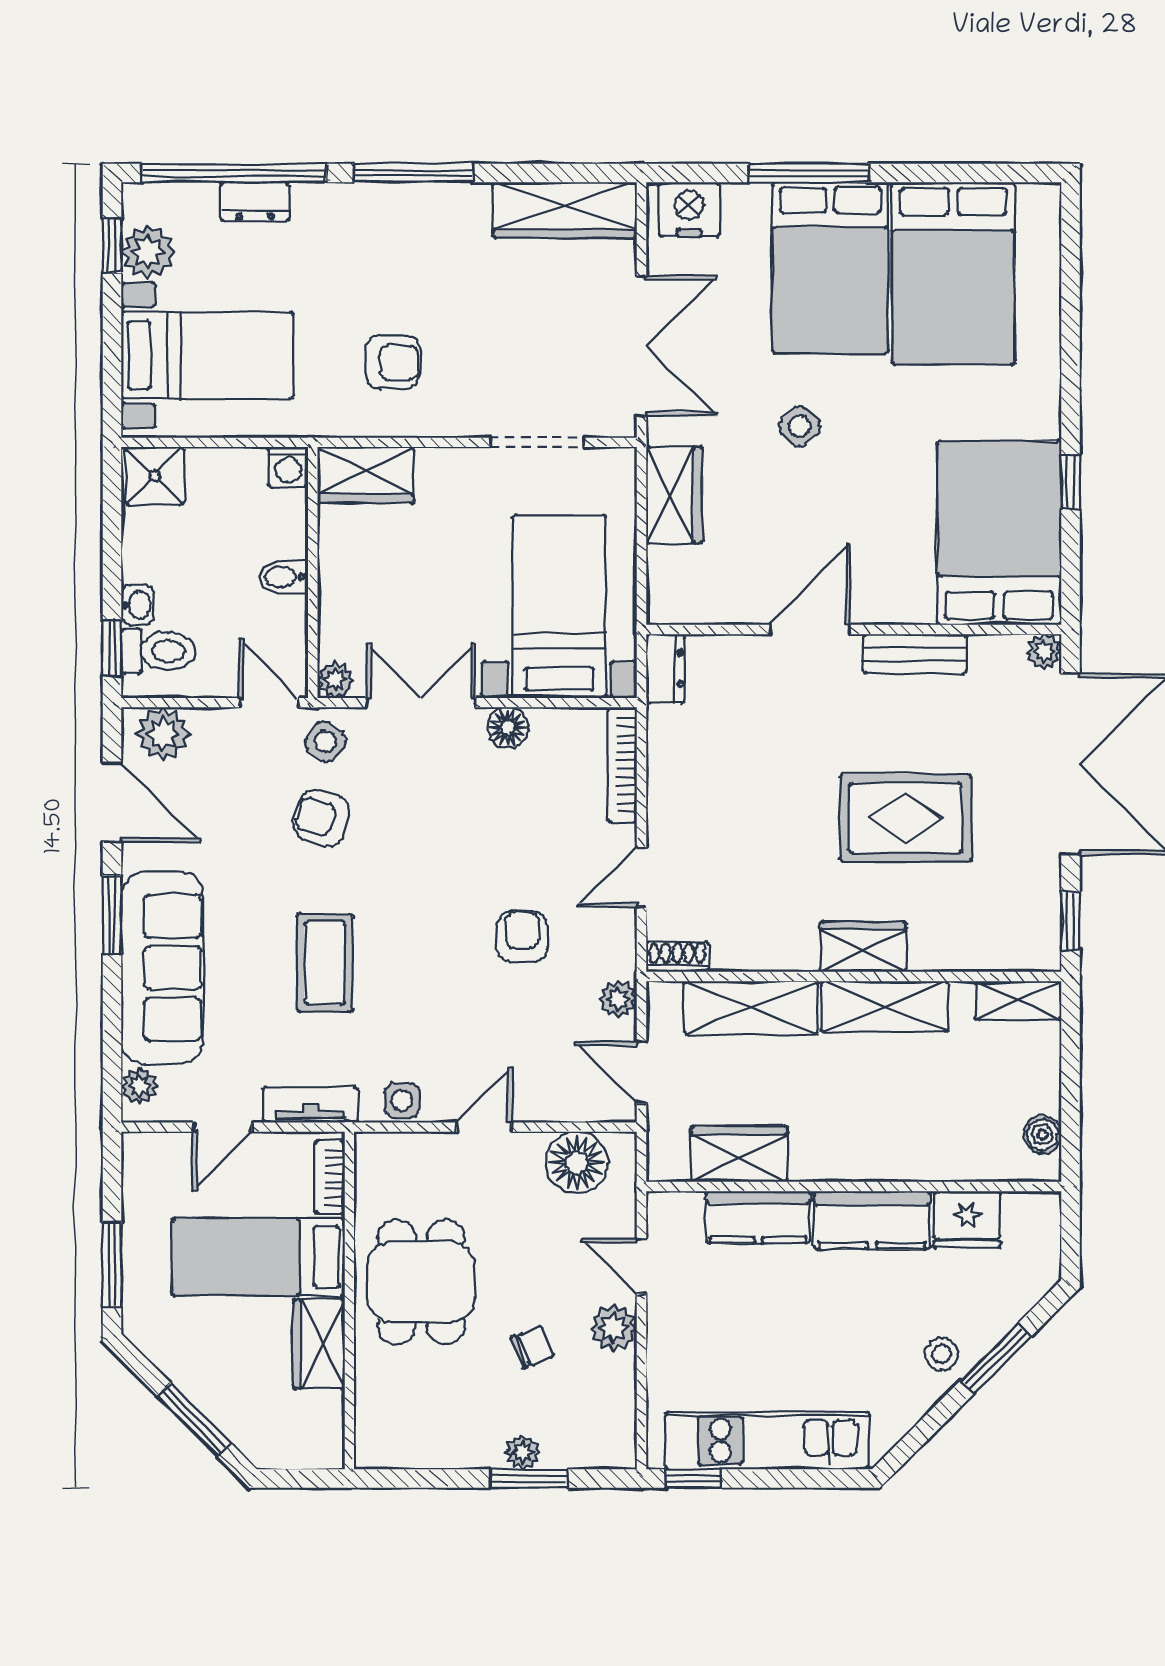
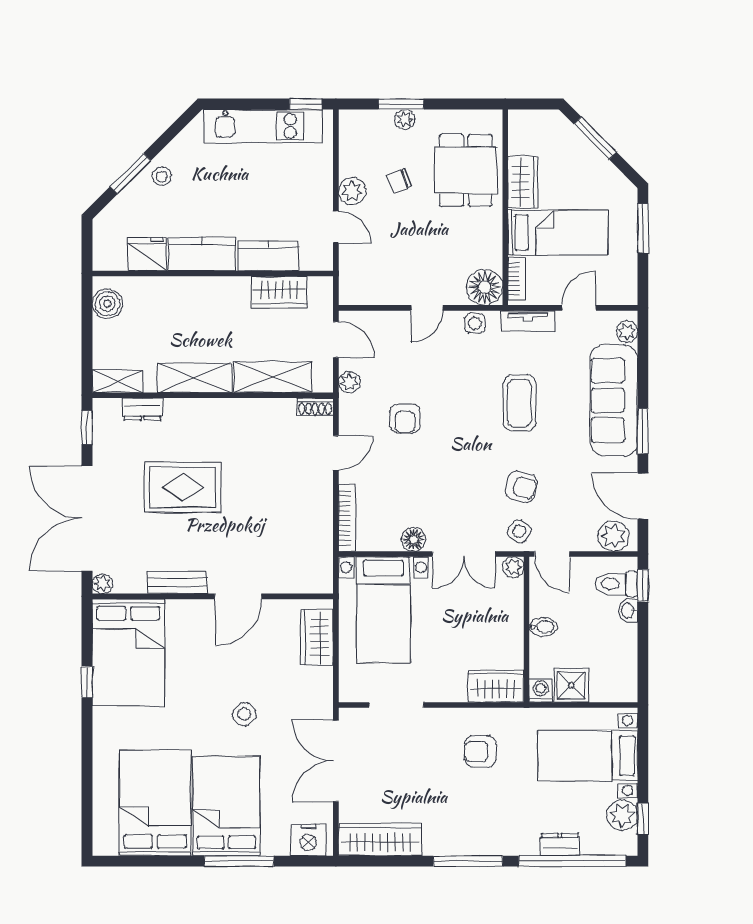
shower: (155, 476) -> (571, 685), moved
wardrobe: (674, 495) -> (317, 637), moved
dresser: (665, 668) -> (142, 409), moved, turned -90
wardrobe: (863, 947) -> (207, 412), removed
boiler: (1042, 1134) -> (107, 304), width x1.36, depth x1.36
floor lamp: (577, 1163) -> (485, 287), moved
dining table: (421, 1282) -> (466, 170), moved

